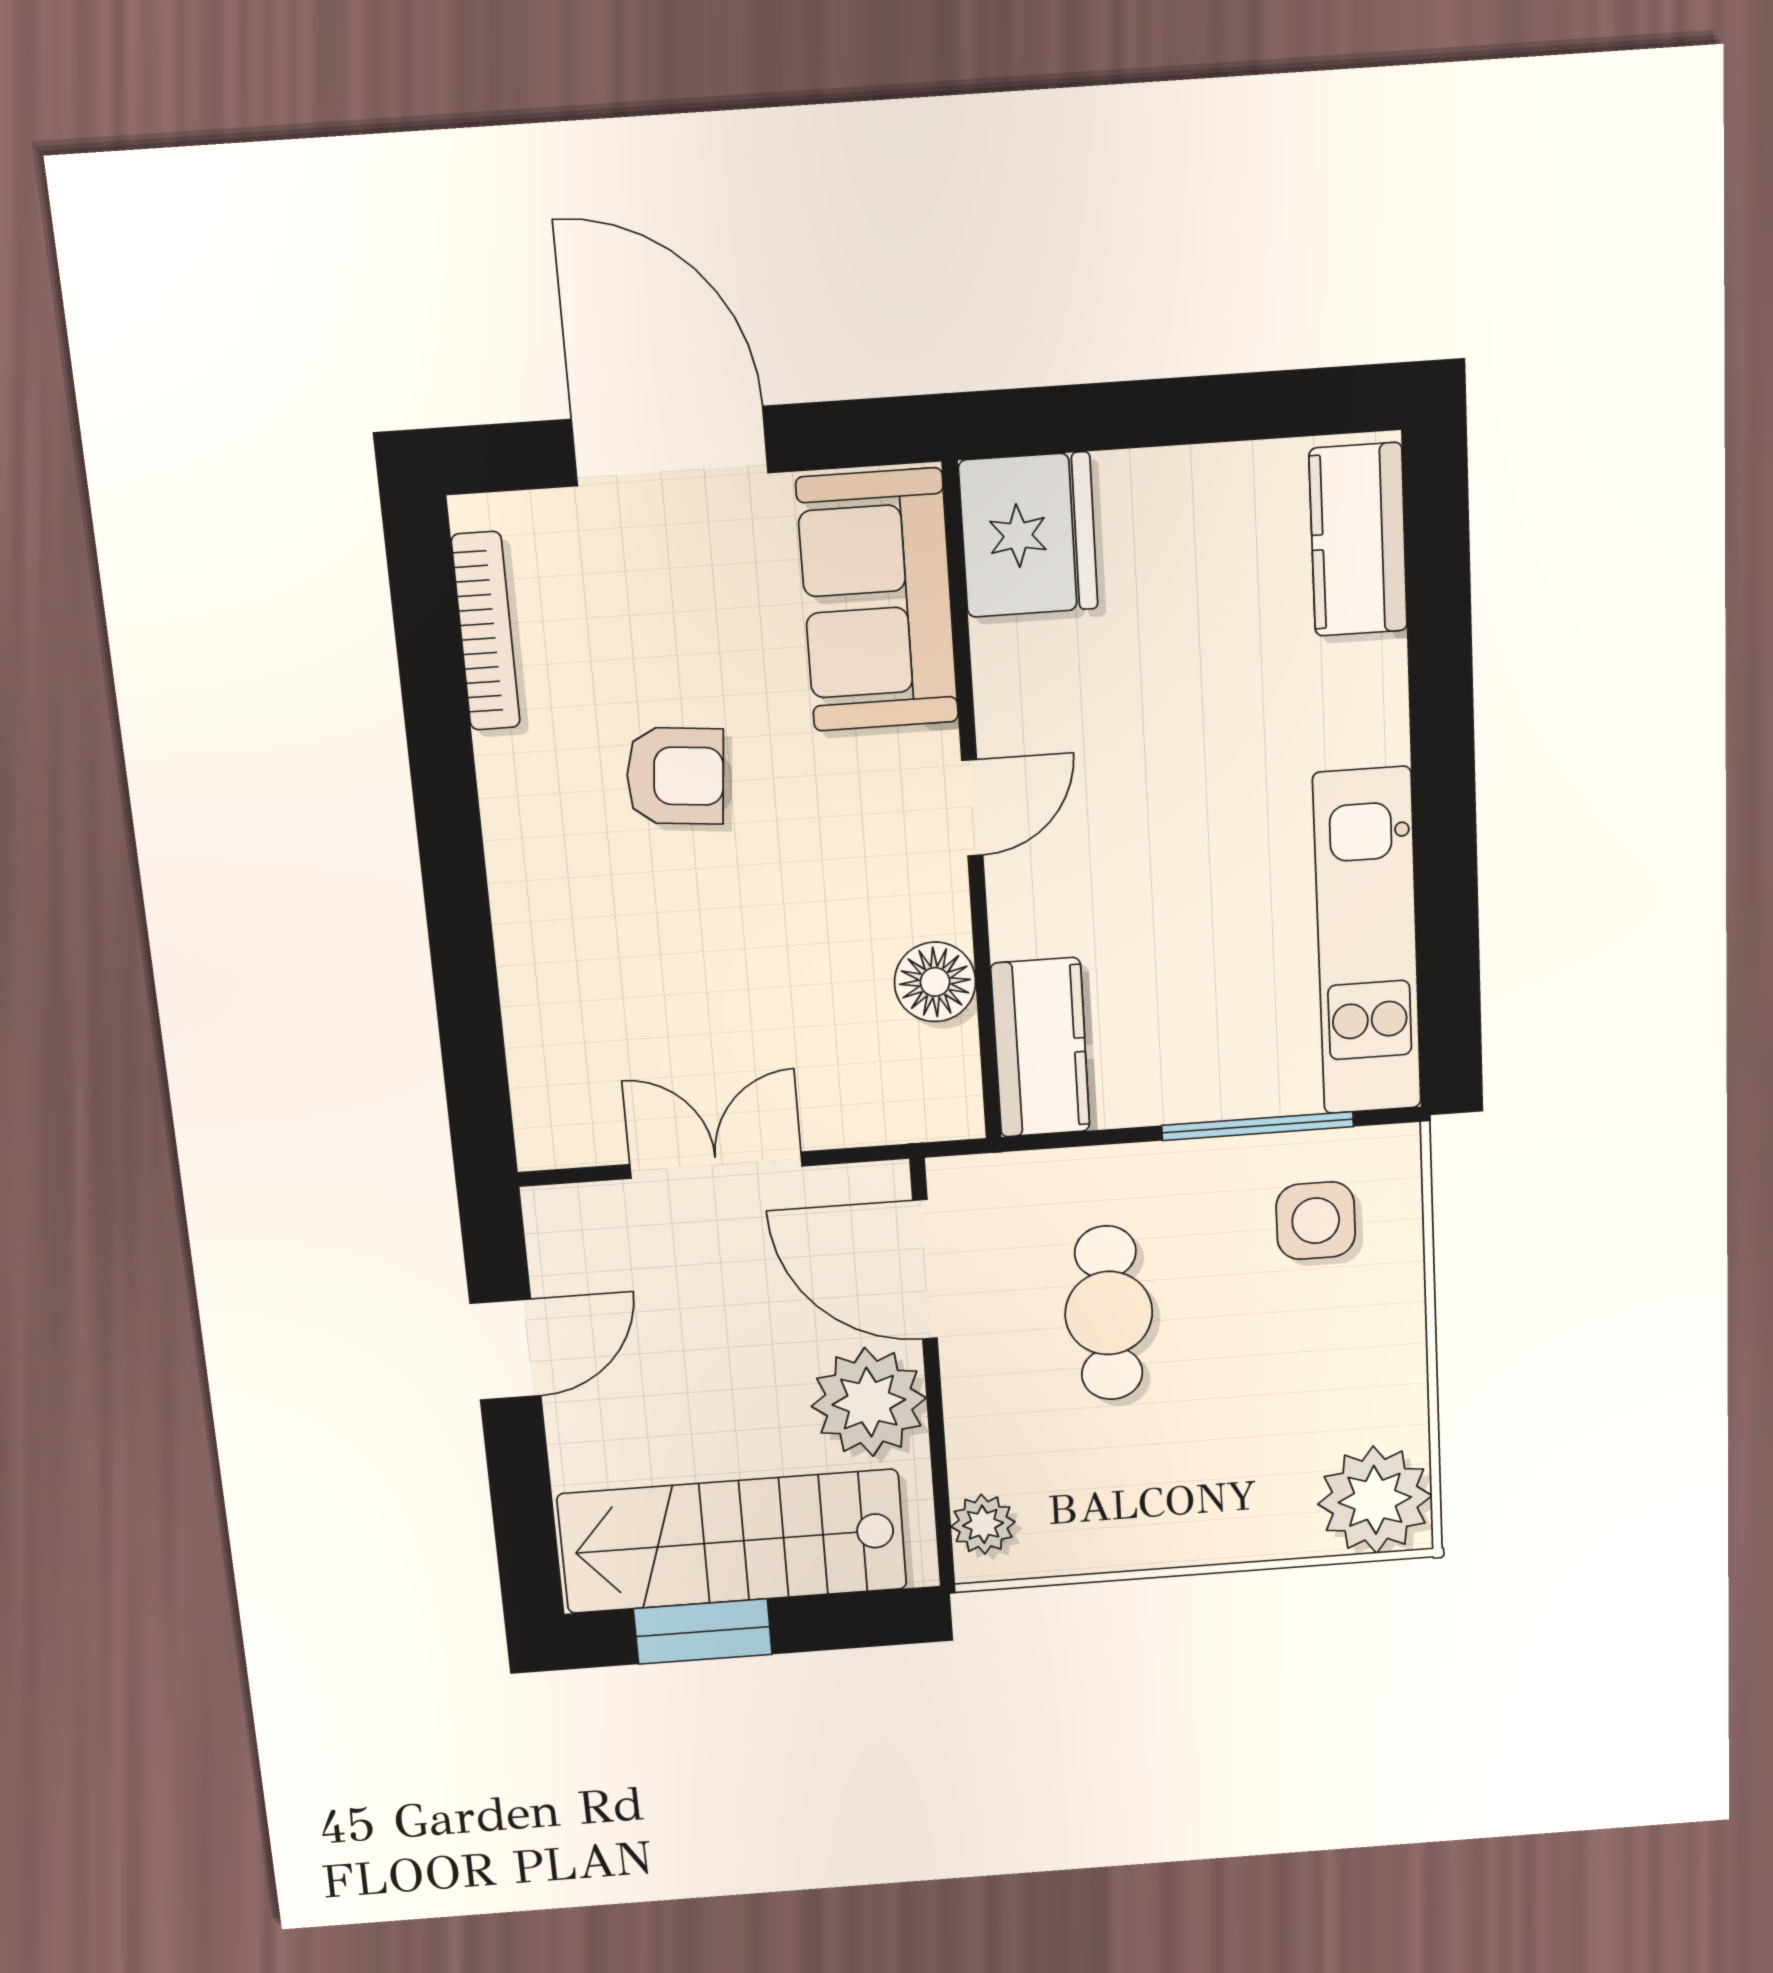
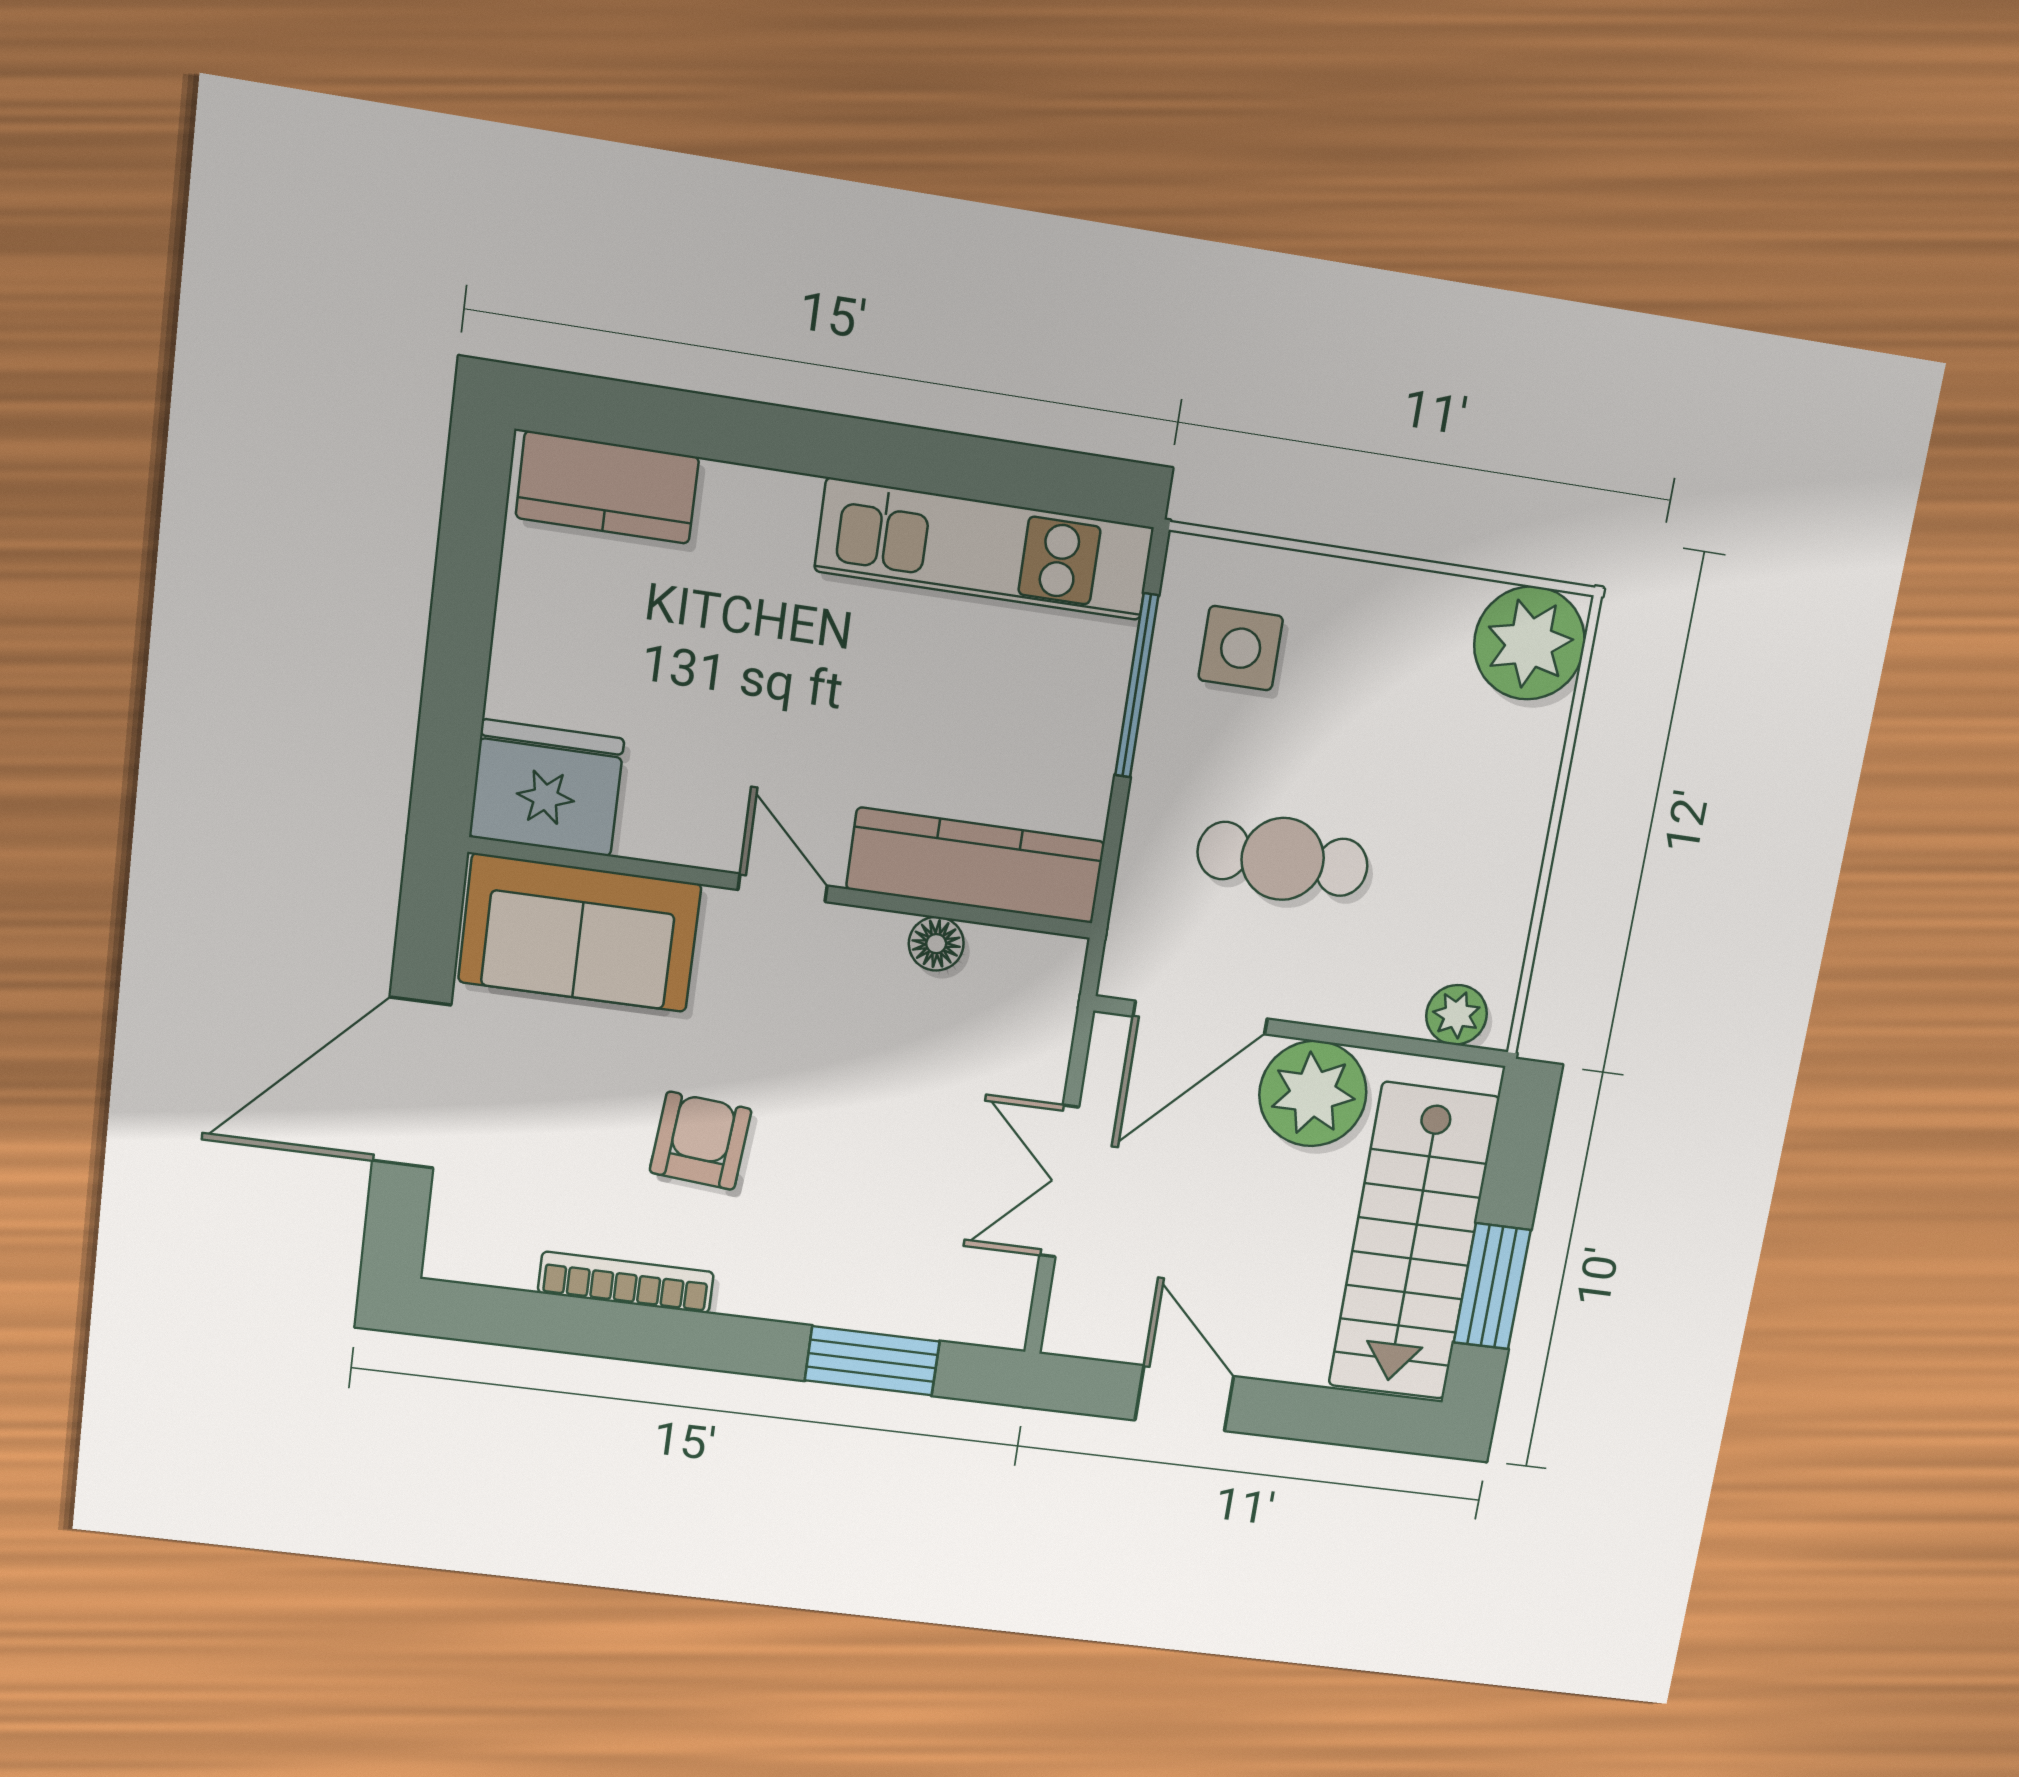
bookcase: (486, 631) -> (626, 1282), moved
floor lamp: (935, 982) -> (936, 944), width x0.73, depth x0.73
window: (469, 1012) -> (872, 1361), added
kitchen counter: (1040, 1048) -> (976, 865), width x1.50

